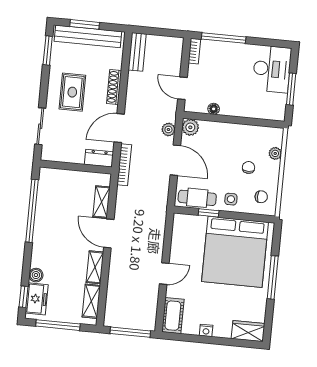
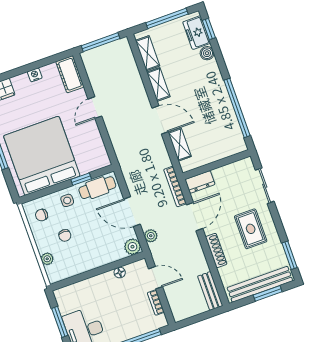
bookcase: (194, 51) -> (156, 302), moved

